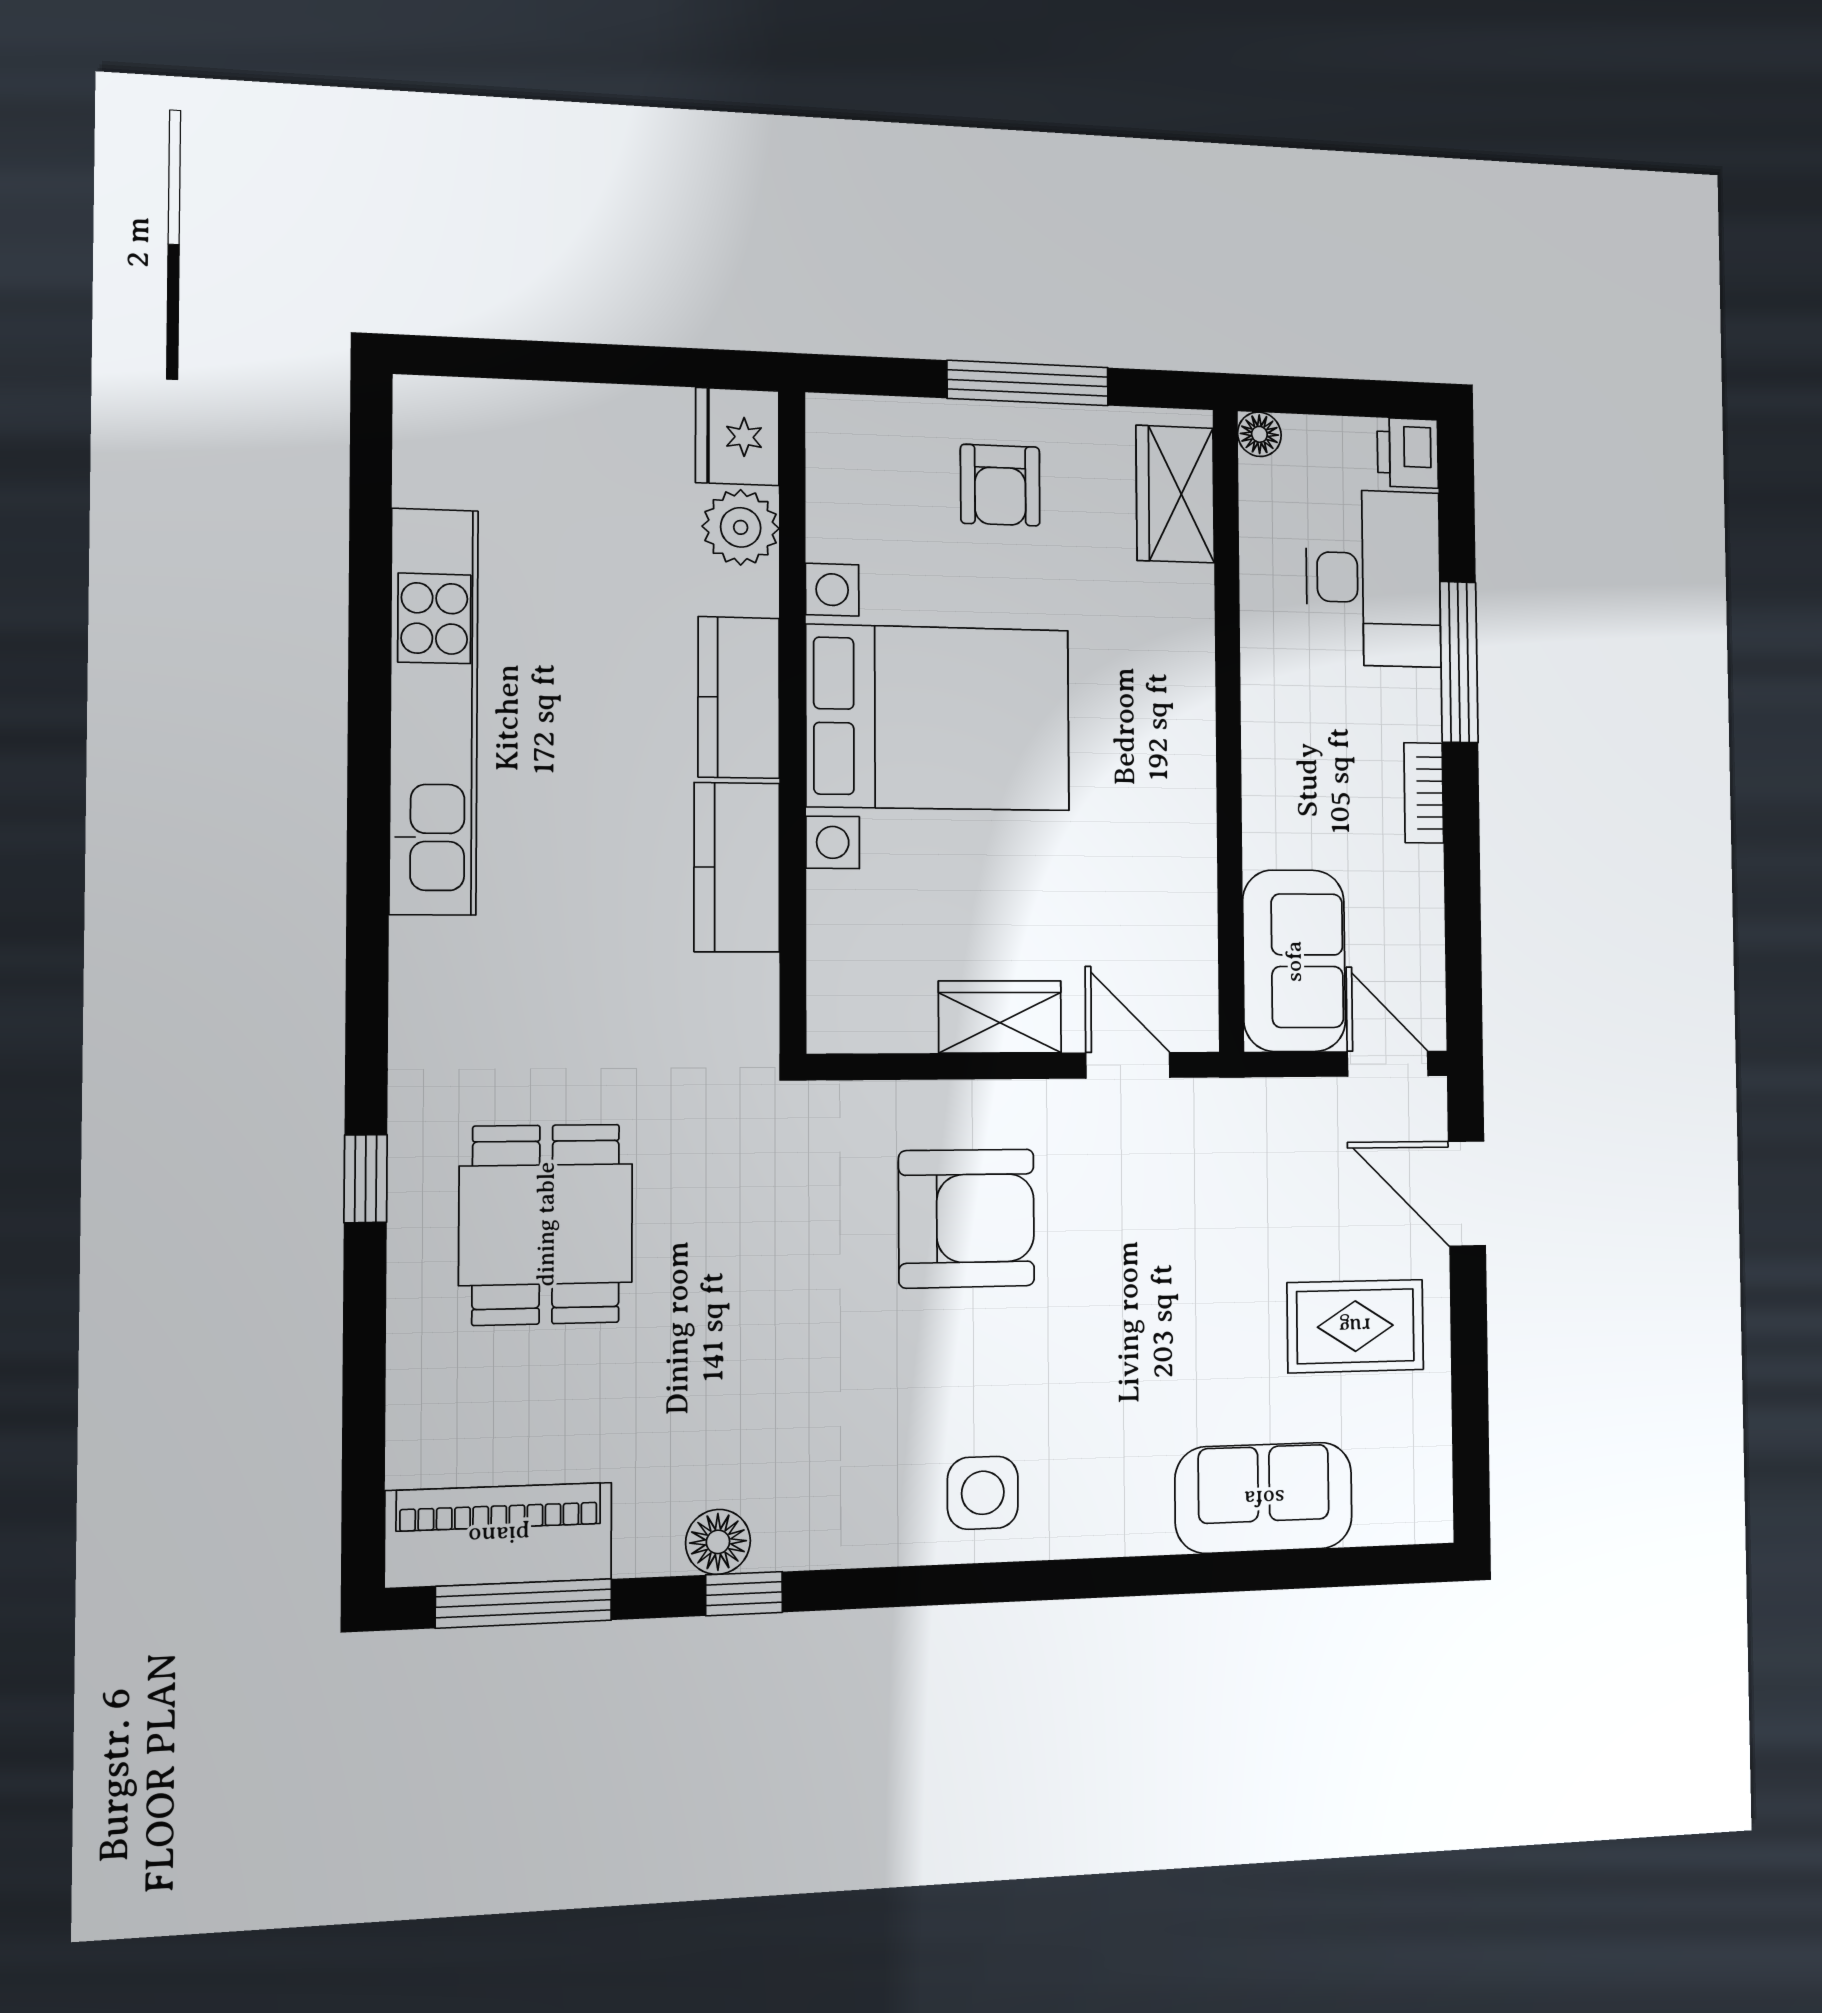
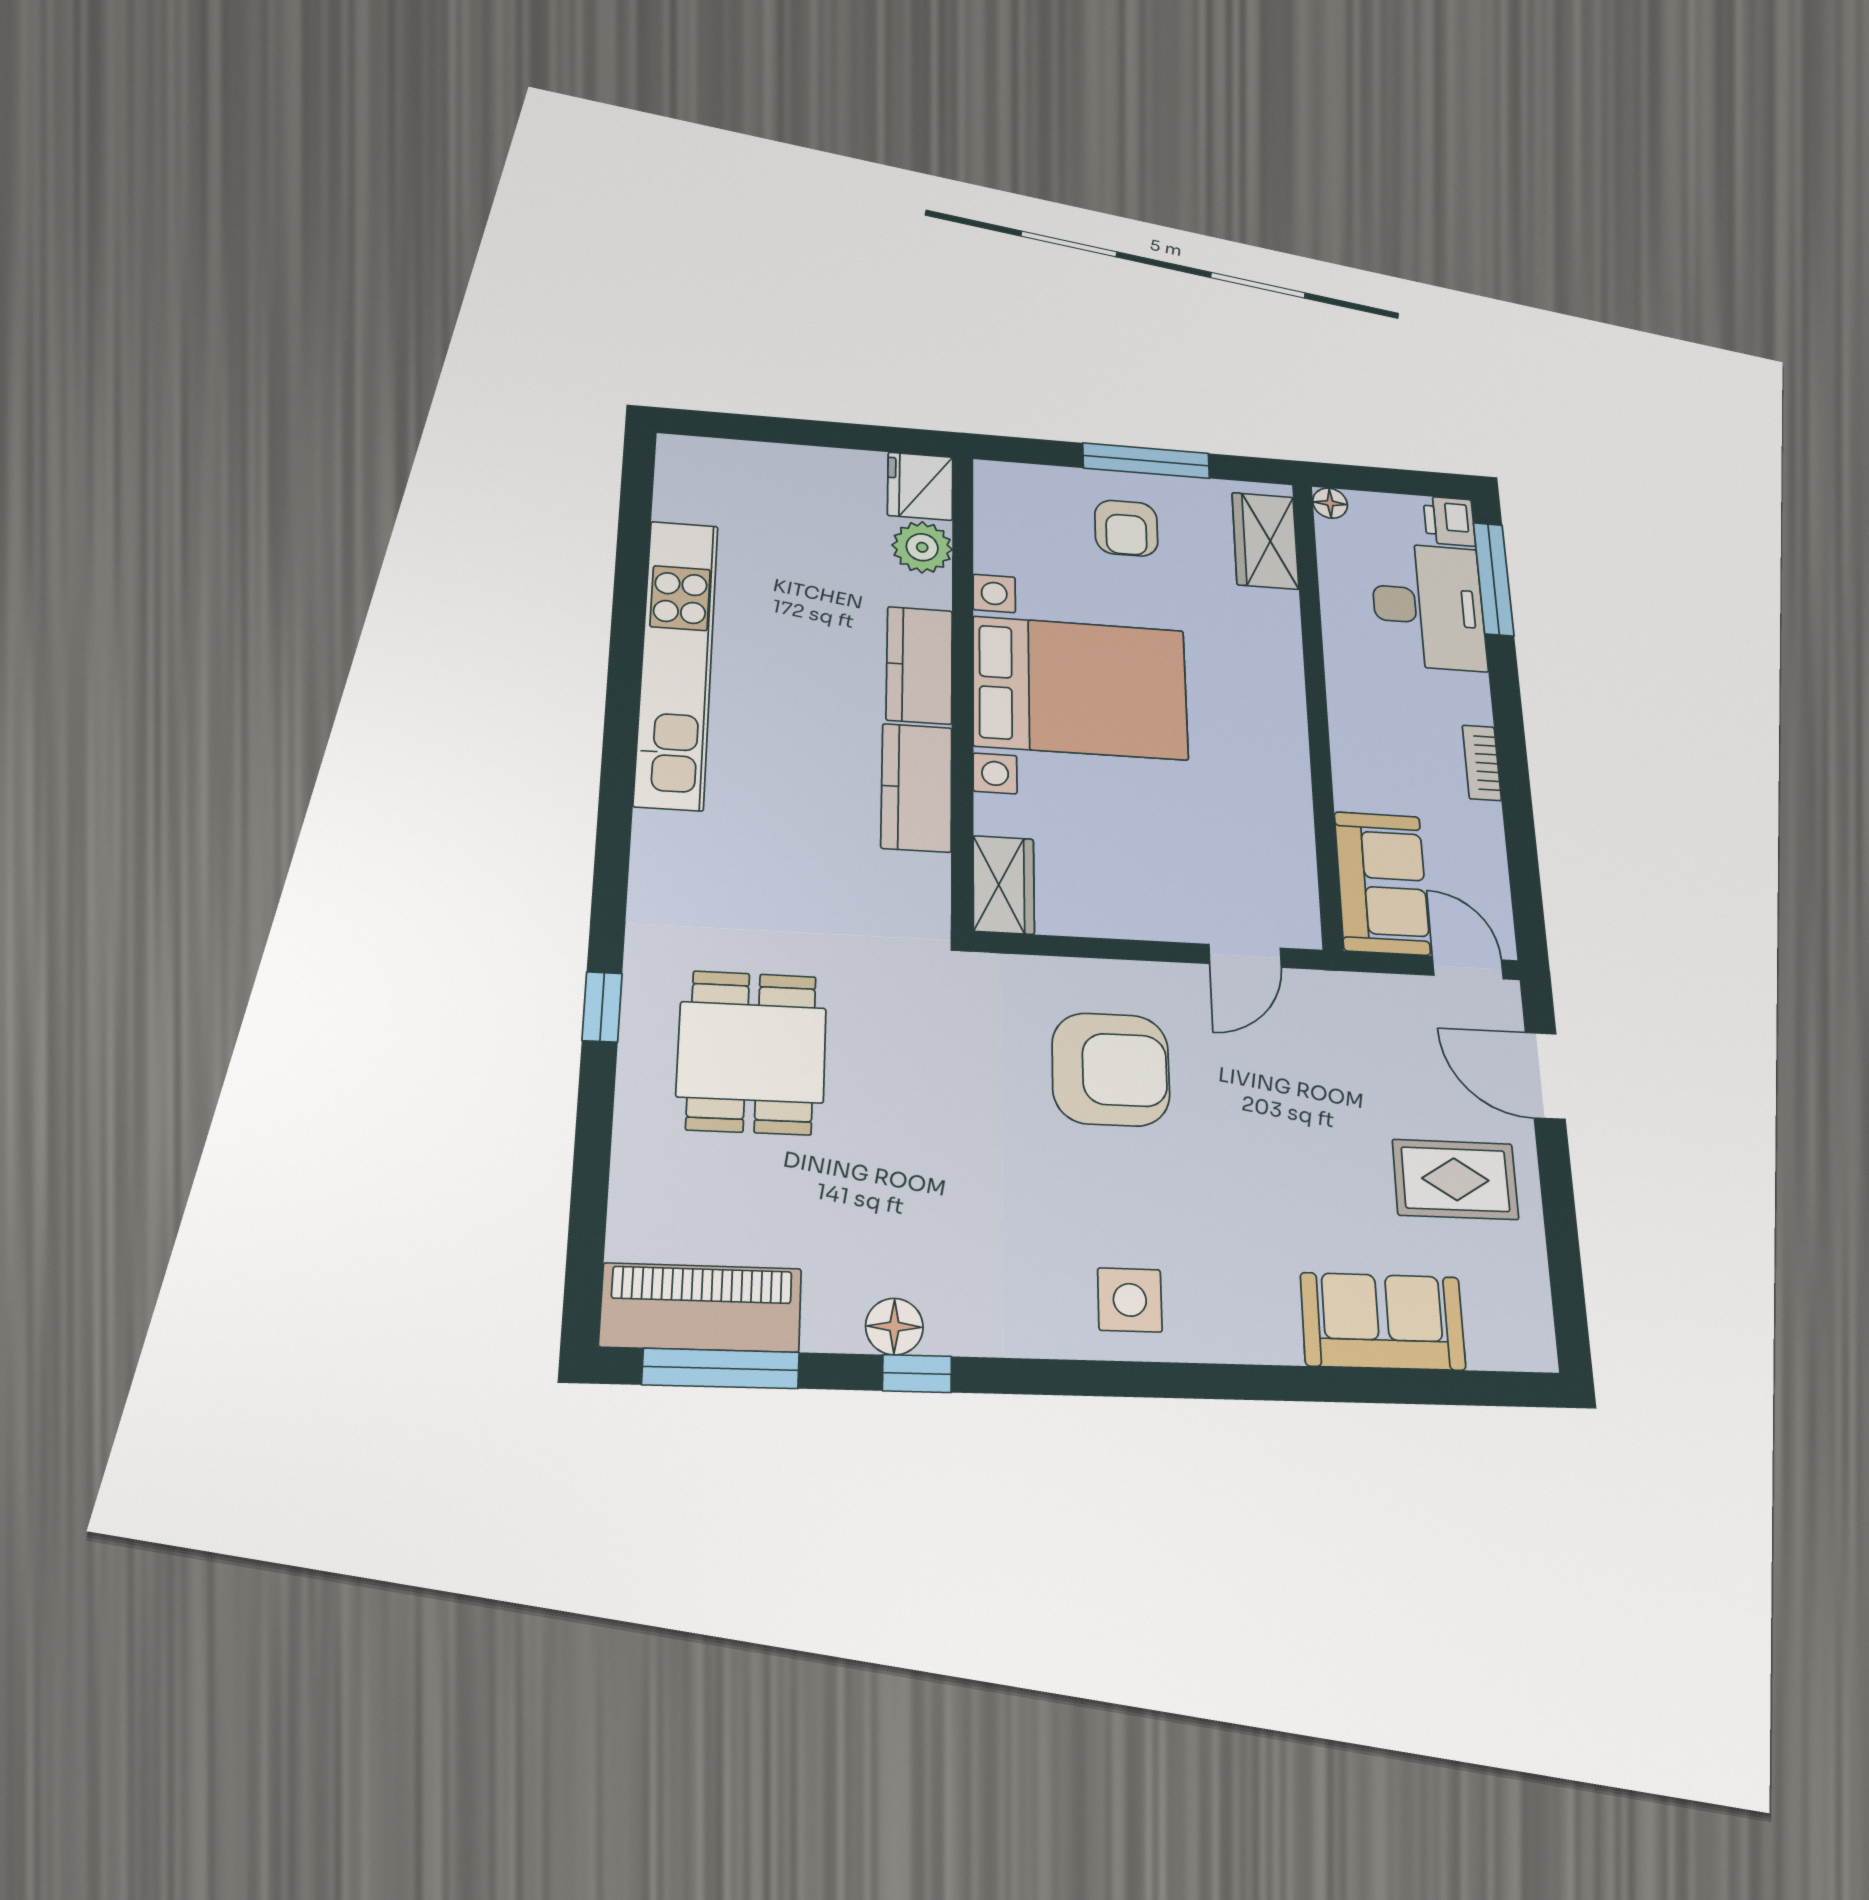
window: (1459, 662) -> (1494, 579), moved
wardrobe: (1000, 1017) -> (1004, 885), moved, turned 90
door: (1128, 1065) -> (1245, 956), swing flipped

